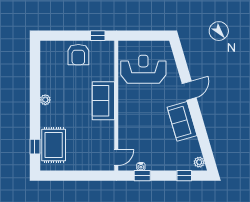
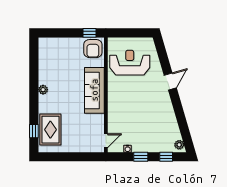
armchair: (78, 55) -> (93, 49), moved
sofa: (103, 101) -> (94, 90), width x1.36
sofa: (182, 121) -> (164, 109), removed
window: (142, 176) -> (141, 157), moved

